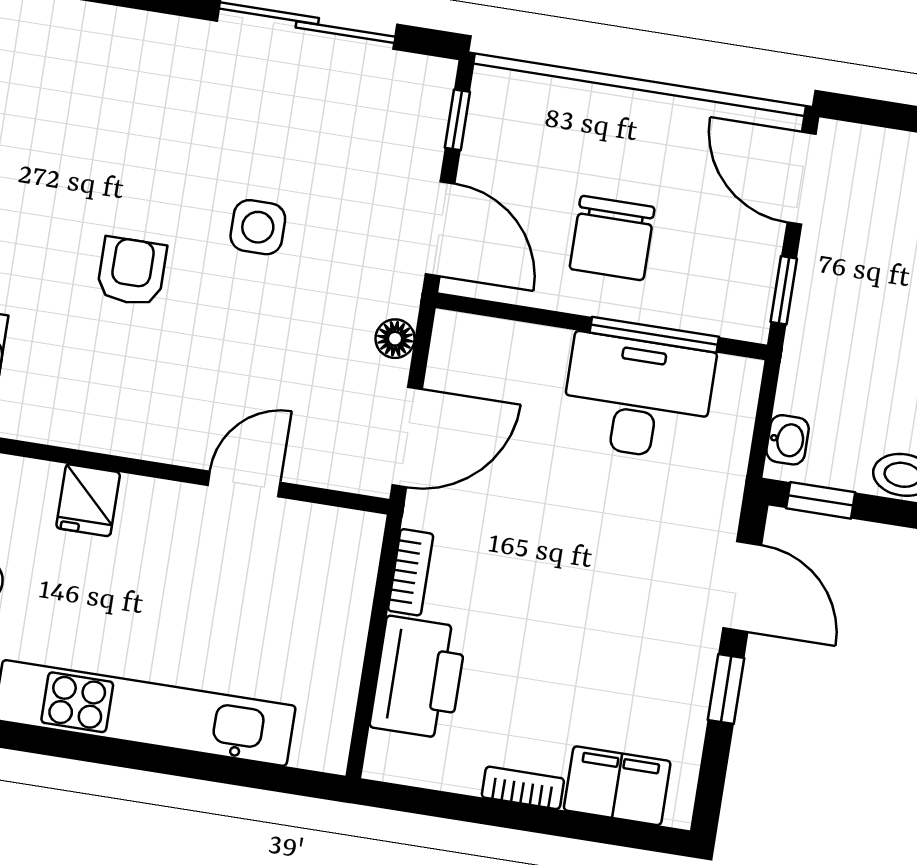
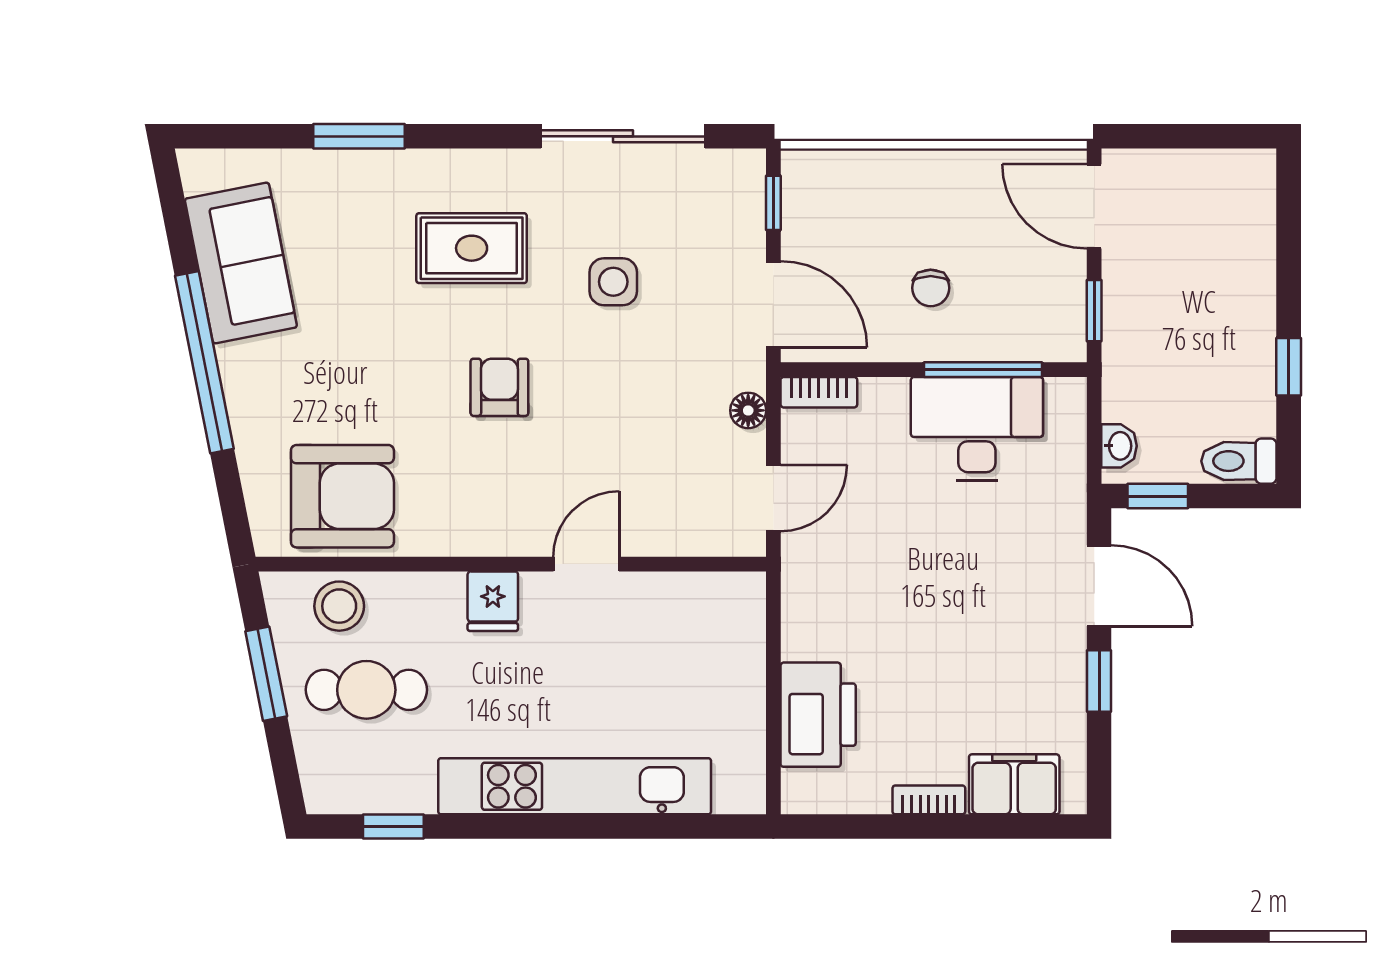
rug: (125, 117) -> (472, 248), added
side table: (258, 227) -> (613, 282), moved
chair: (612, 238) -> (931, 288), width x0.54, depth x0.54
door: (407, 437) -> (773, 498), width x0.73
door: (244, 484) -> (586, 564), moved
bookcase: (411, 572) -> (819, 392), moved, turned 90

